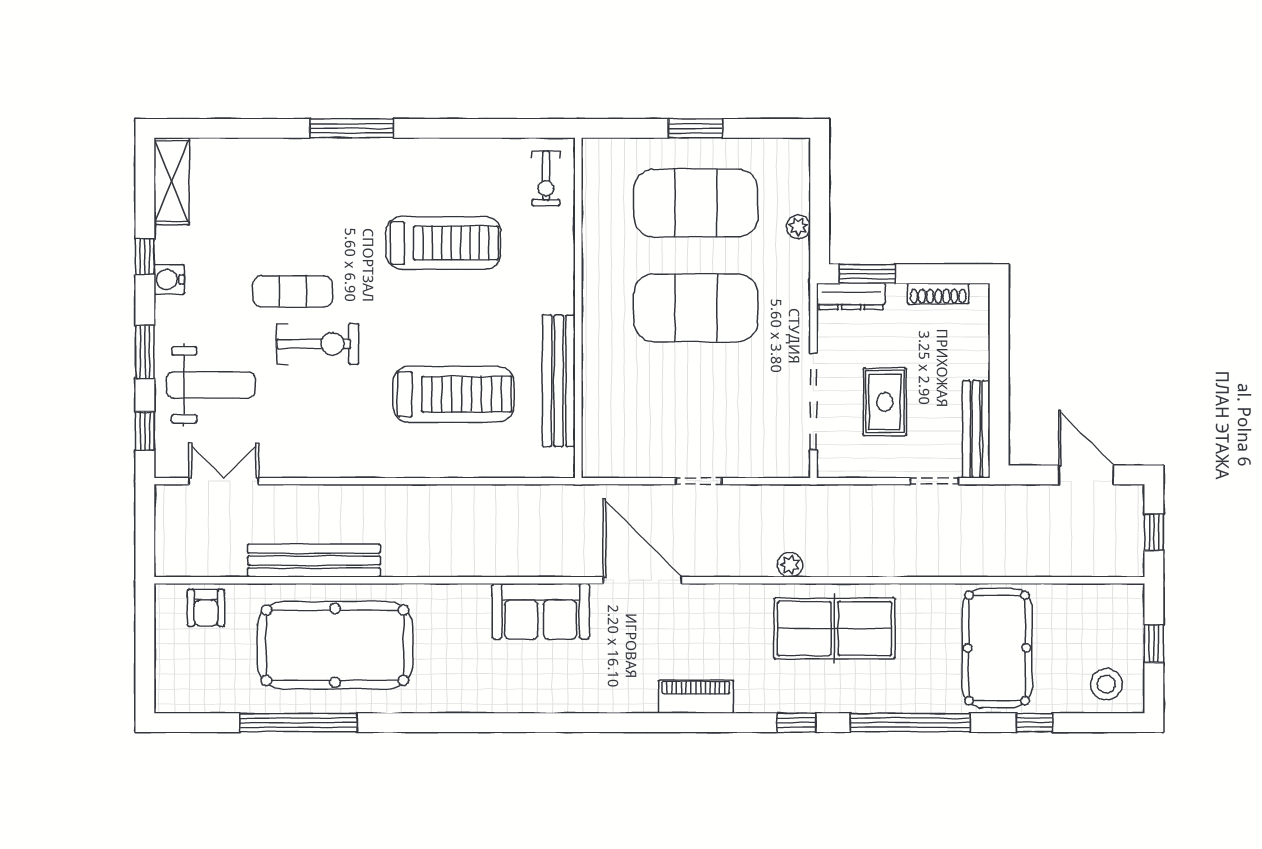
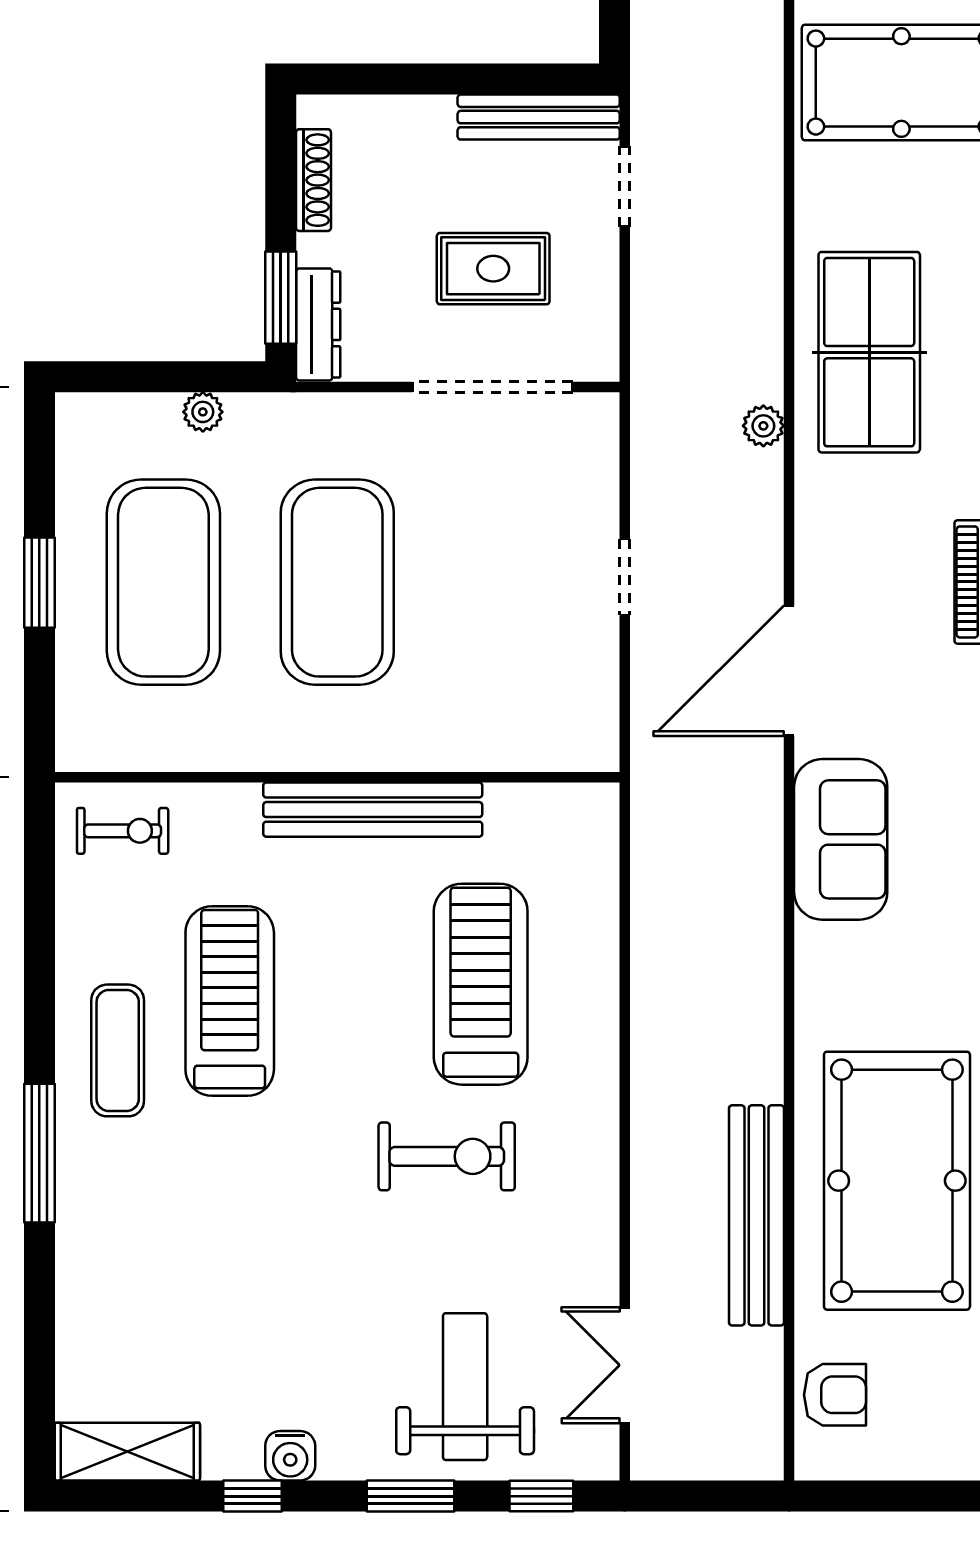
exercise mat: (293, 291) -> (118, 1050), moved
exercise bike: (318, 344) -> (447, 1156), moved, turned 90
bench: (559, 381) -> (373, 810), moved

